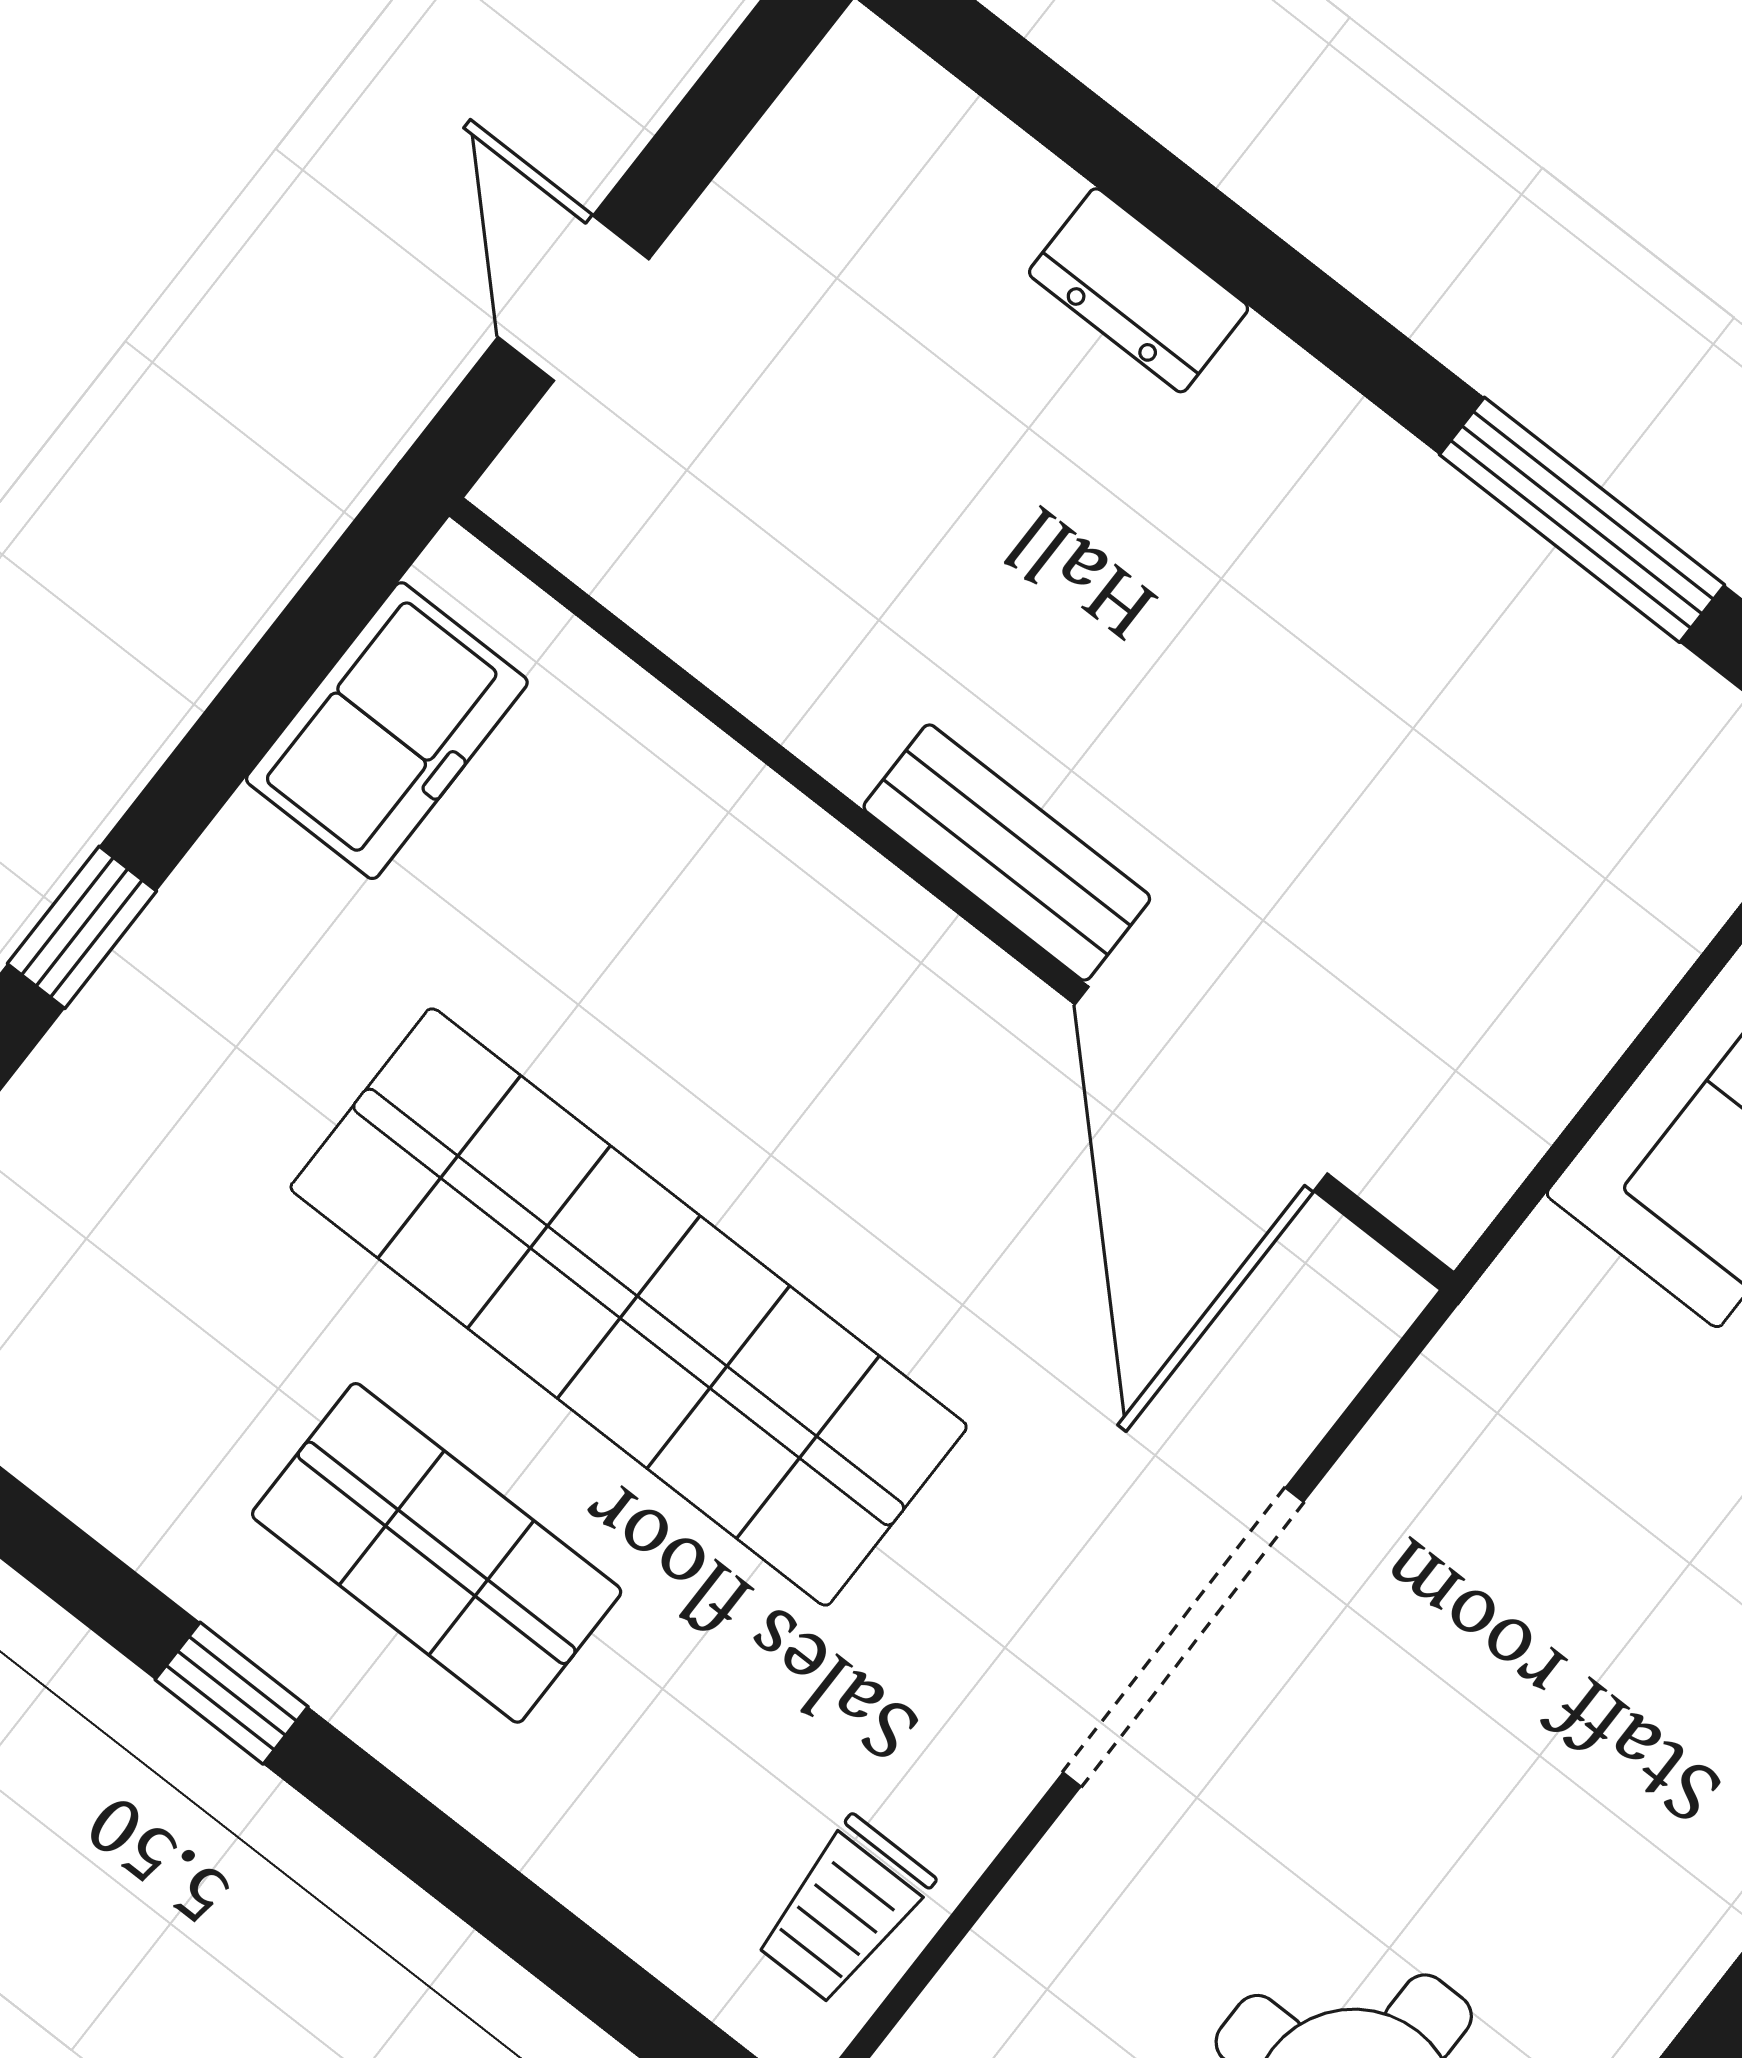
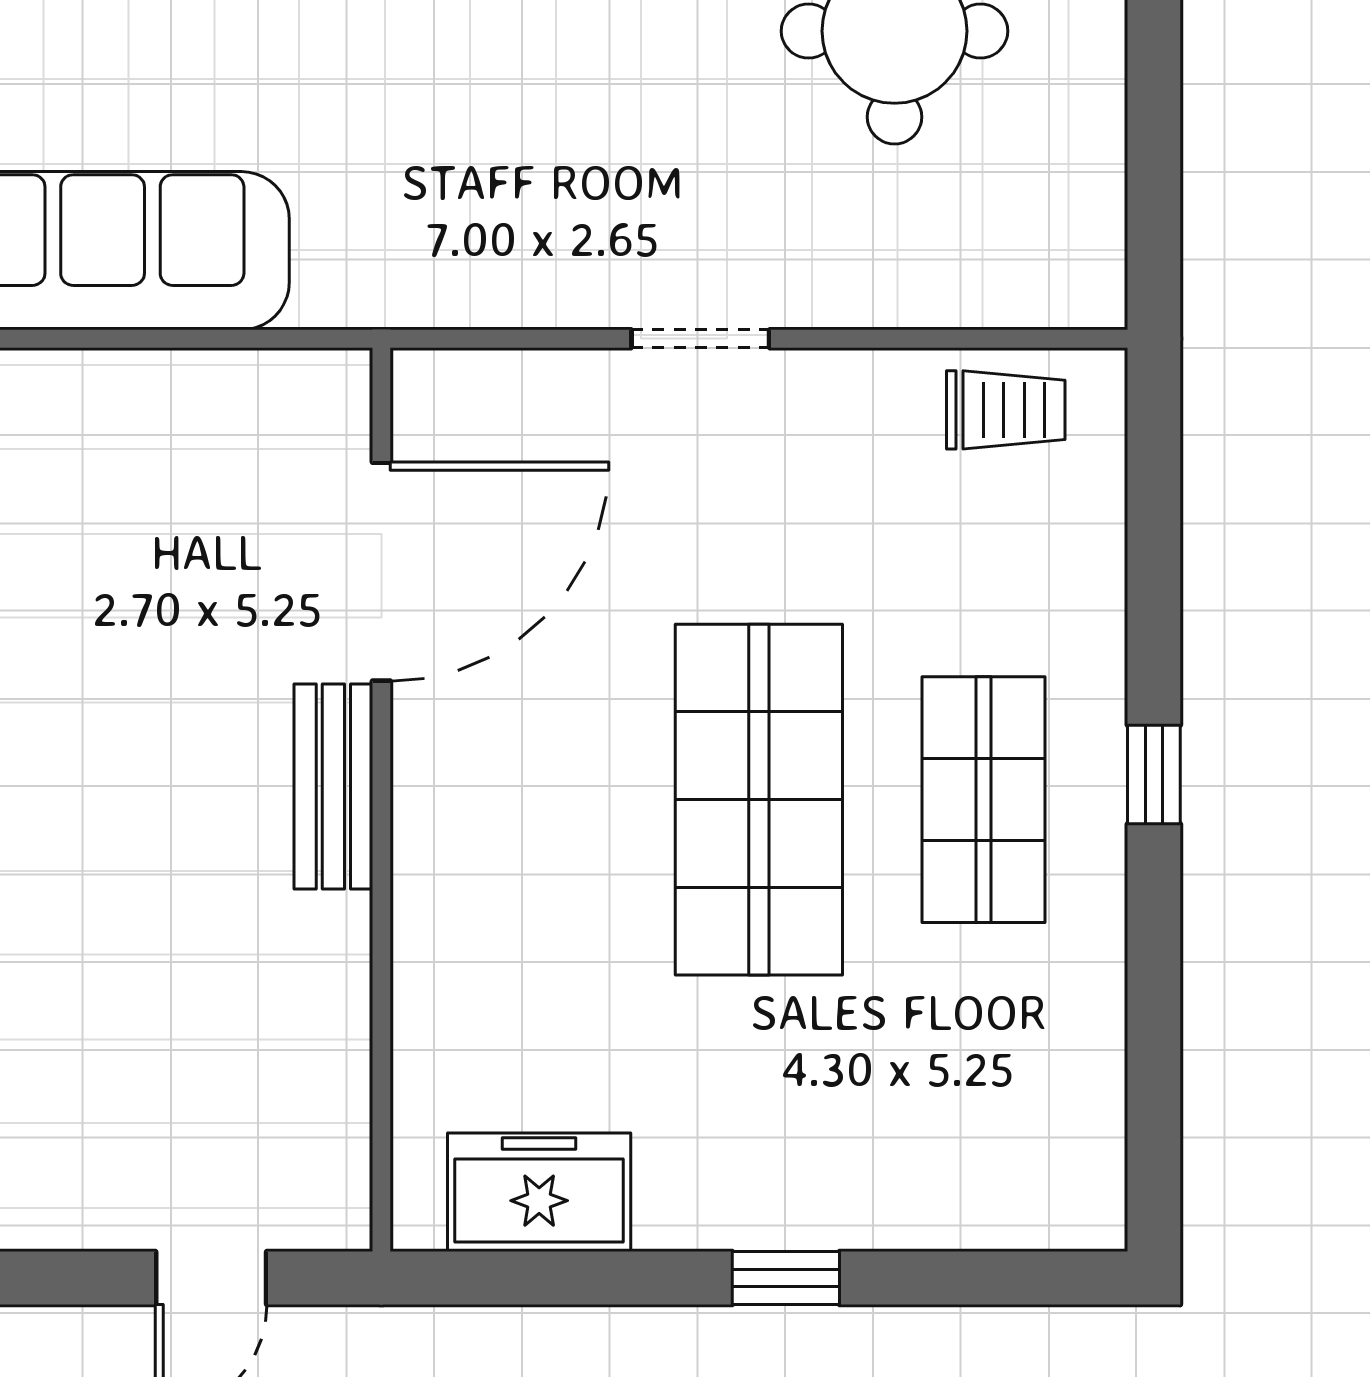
shop shelf: (629, 1307) -> (759, 800), width x0.71
doorway: (1183, 1637) -> (700, 339), width x0.53
window: (232, 1693) -> (1154, 775), moved

